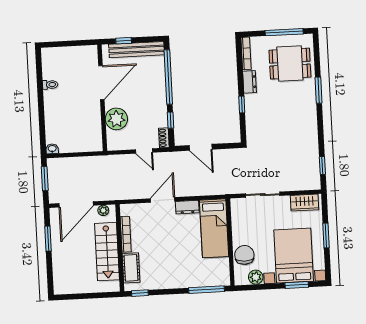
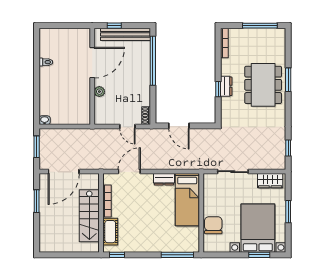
dining table: (290, 64) -> (263, 85), moved, width x1.38
dresser: (250, 82) -> (226, 86), moved
plant: (116, 119) -> (99, 92), width x0.53, depth x0.53
window: (171, 120) -> (153, 100), removed
door: (163, 200) -> (129, 172), moved
plant: (103, 210) -> (88, 178), removed
plant: (256, 277) -> (223, 246), removed

